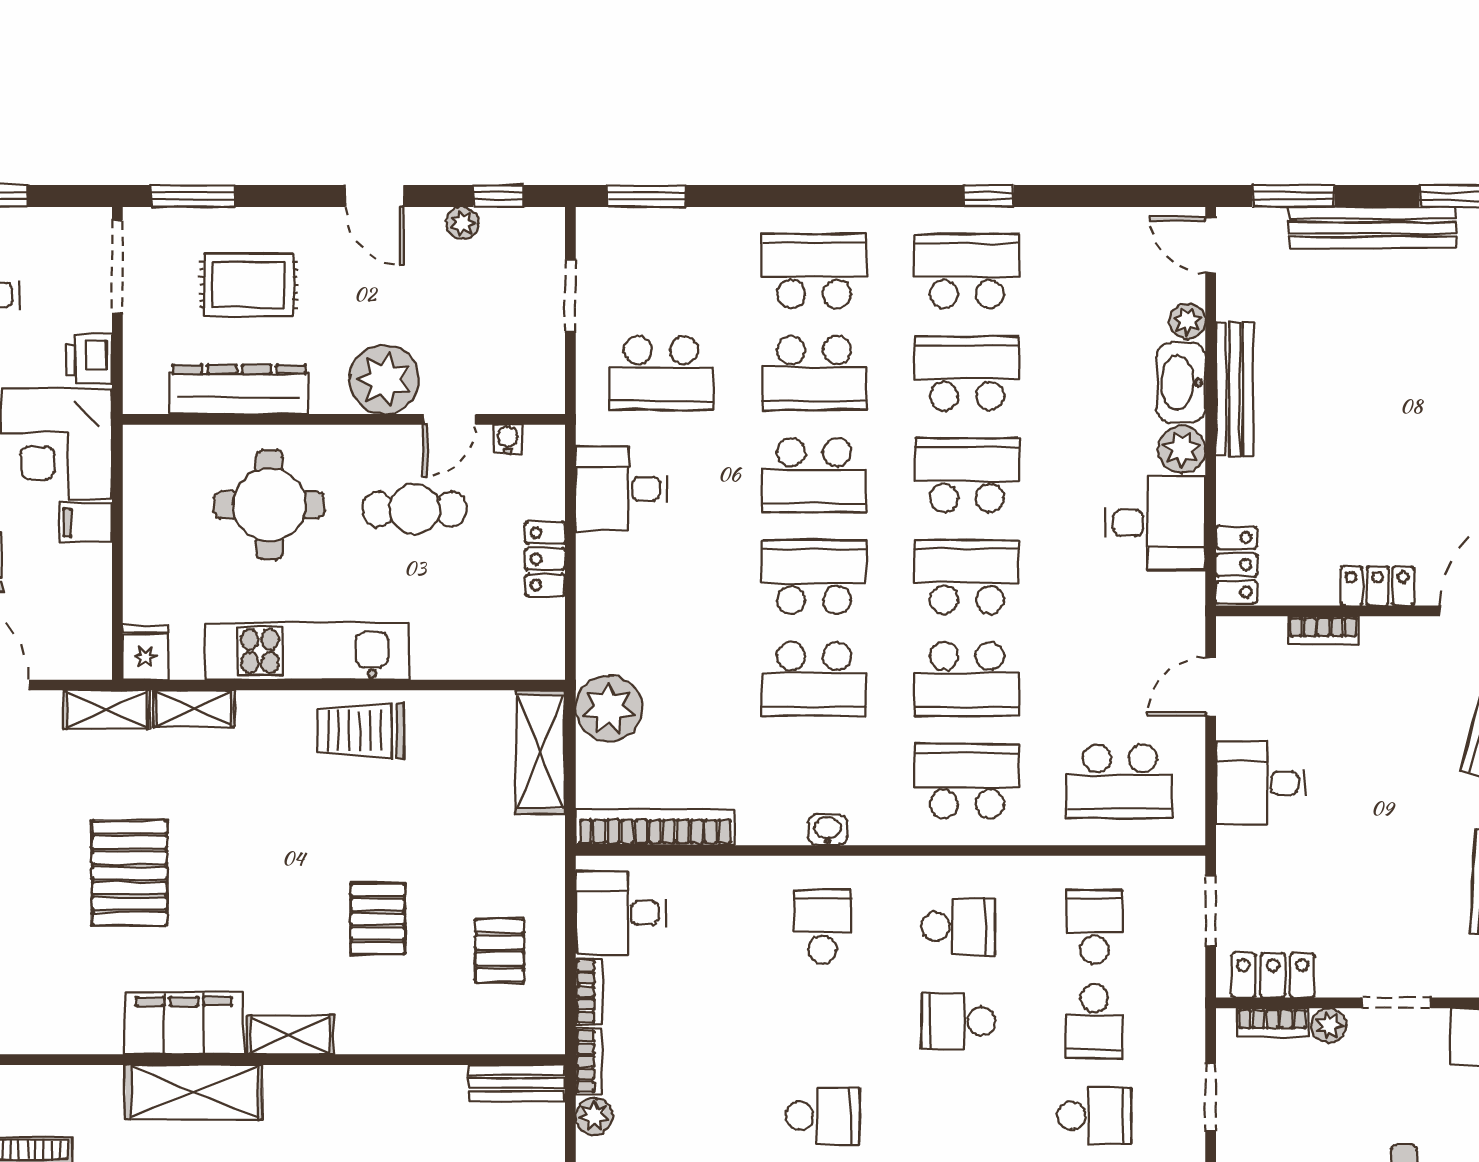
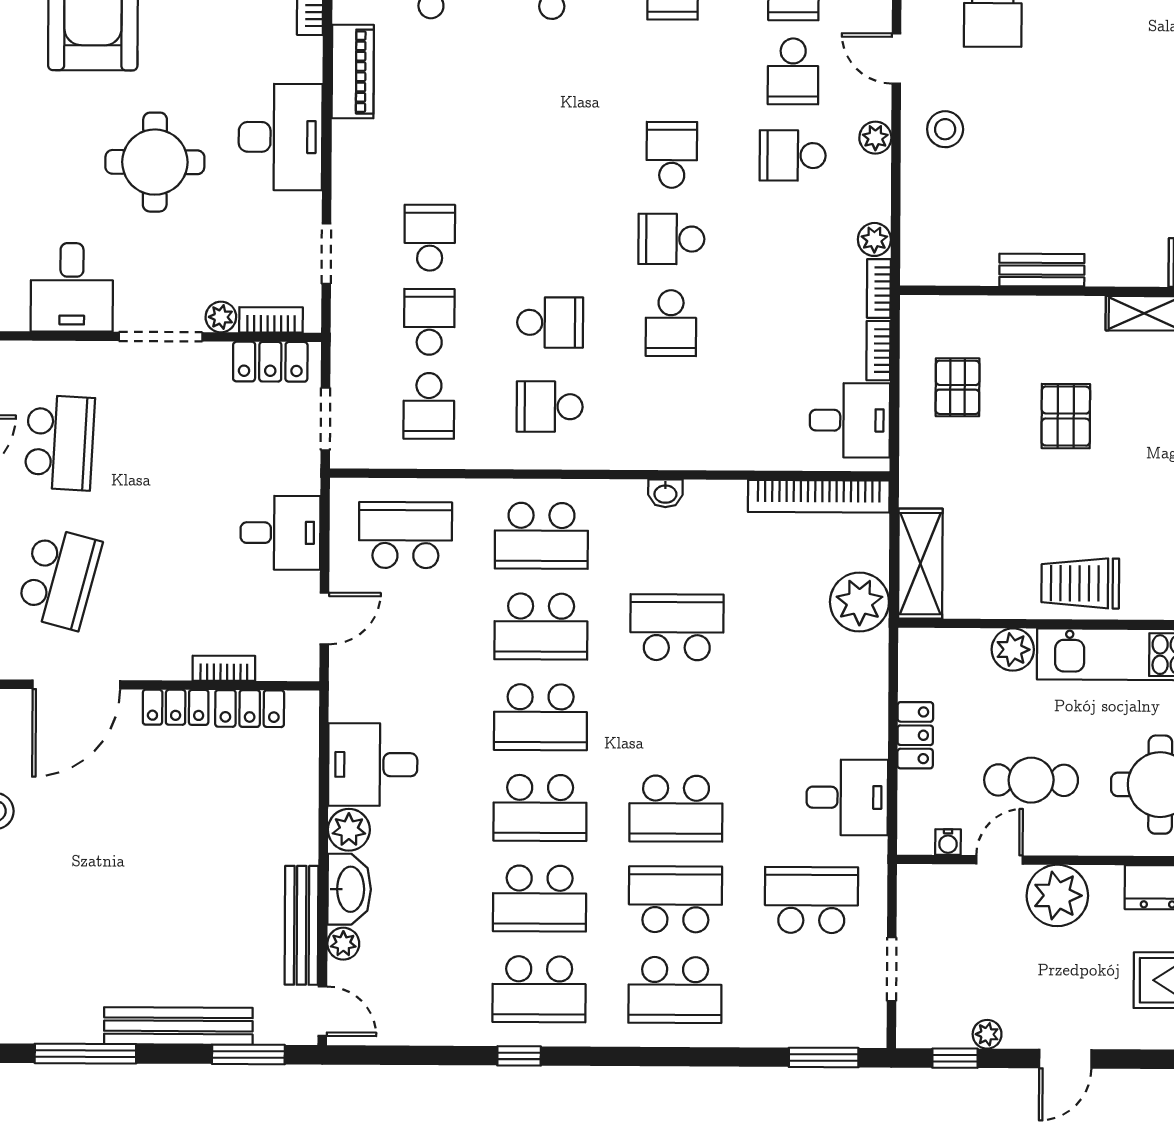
door: (374, 196) -> (1065, 1059), swing flipped
bench: (1234, 389) -> (302, 925), moved
school desk: (814, 475) -> (676, 809), turned 180
locker: (1236, 565) -> (250, 709), moved, turned -90
school desk: (814, 577) -> (676, 718), removed
plant: (436, 656) -> (1013, 650), added
school desk: (967, 679) -> (541, 627), turned 180
trolley: (360, 731) -> (1080, 583), turned 180
school desk: (822, 927) -> (671, 323), moved
doorway: (1396, 1003) -> (161, 337), width x1.38
bench: (517, 1083) -> (1042, 270), moved
school desk: (1094, 1116) -> (430, 238), turned 90

